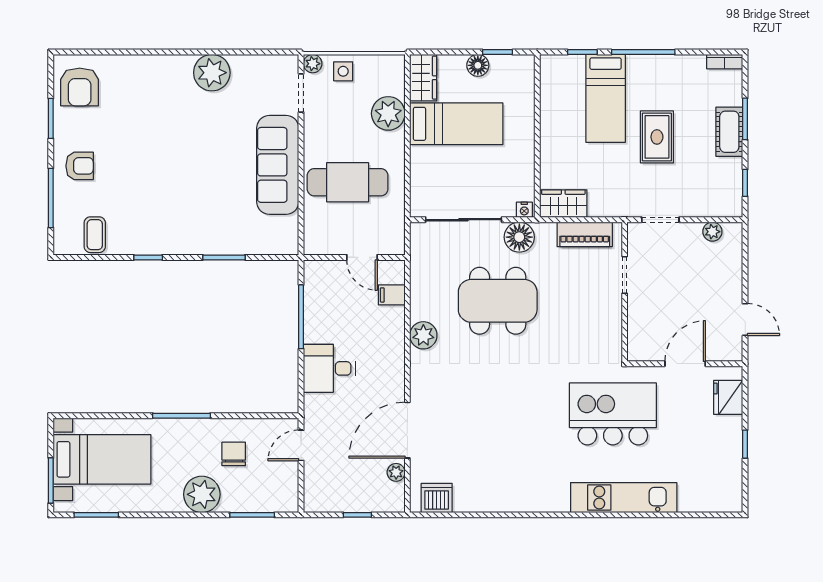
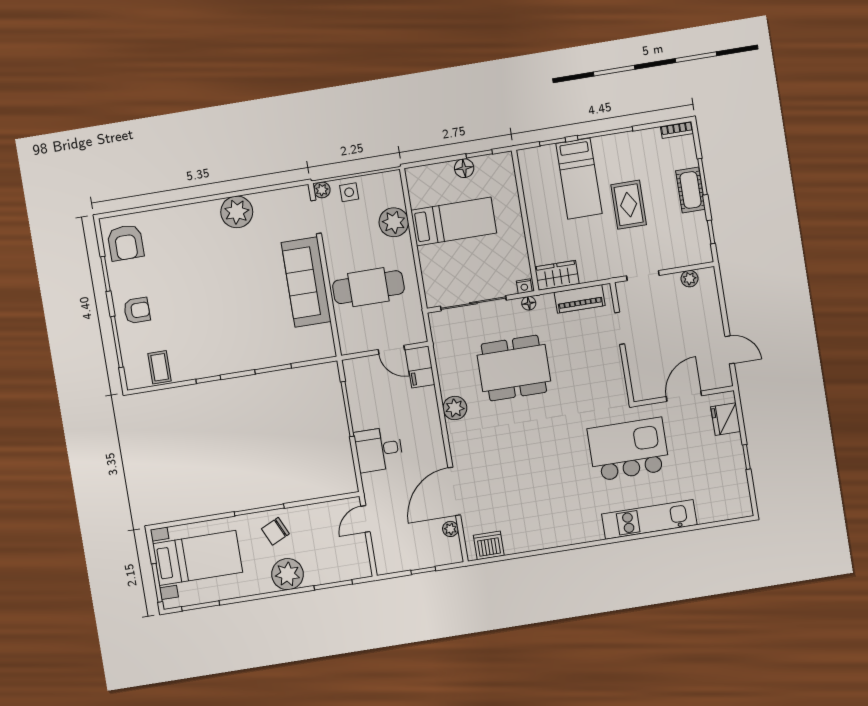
wardrobe: (423, 78) -> (419, 186), removed
floor lamp: (519, 237) -> (529, 303), width x0.53, depth x0.53
chair: (234, 454) -> (275, 531), moved, turned -115

